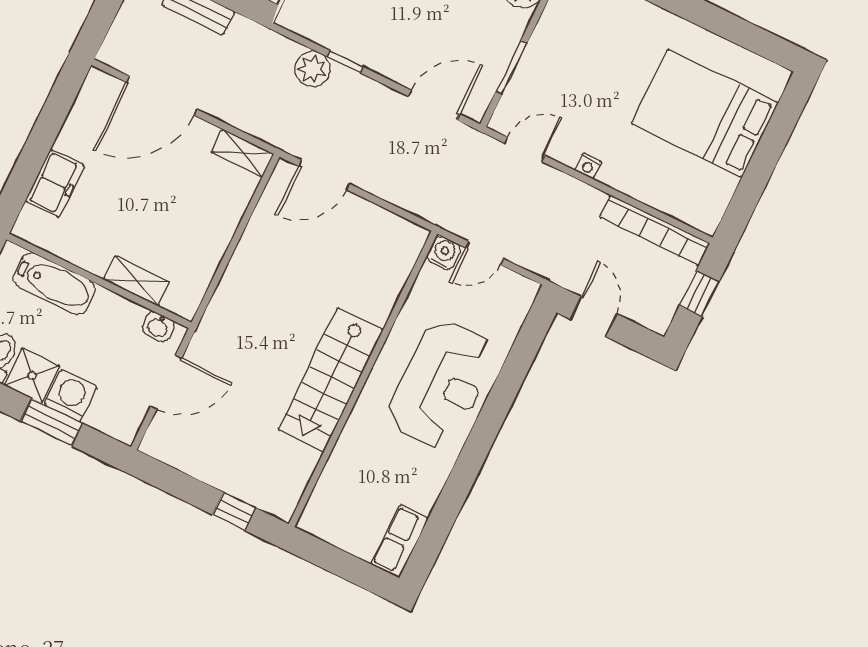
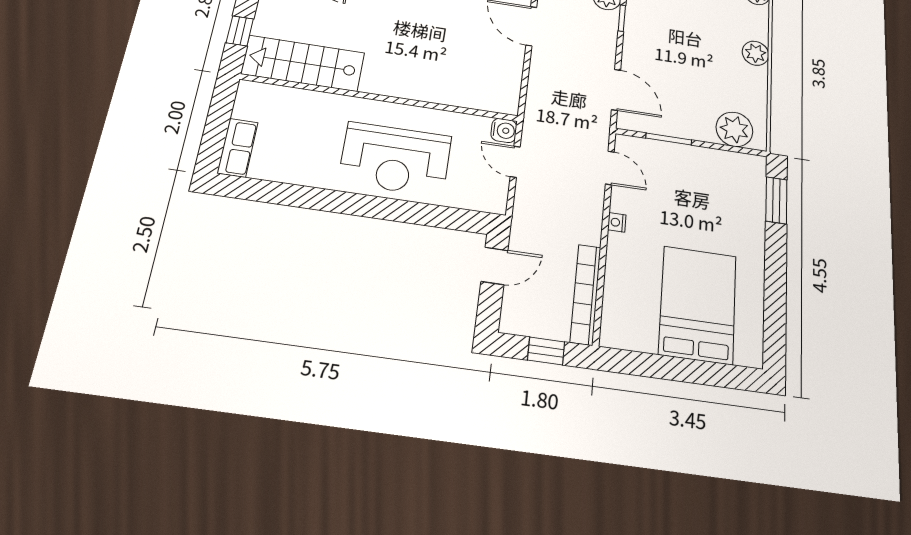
stairs: (331, 380) -> (303, 63), moved
row of seats: (400, 541) -> (238, 148), moved, turned 90

